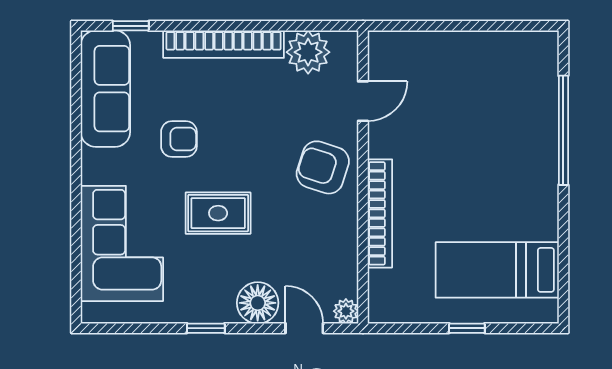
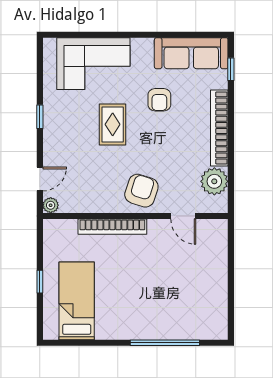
floor lamp: (258, 303) -> (56, 149), removed

